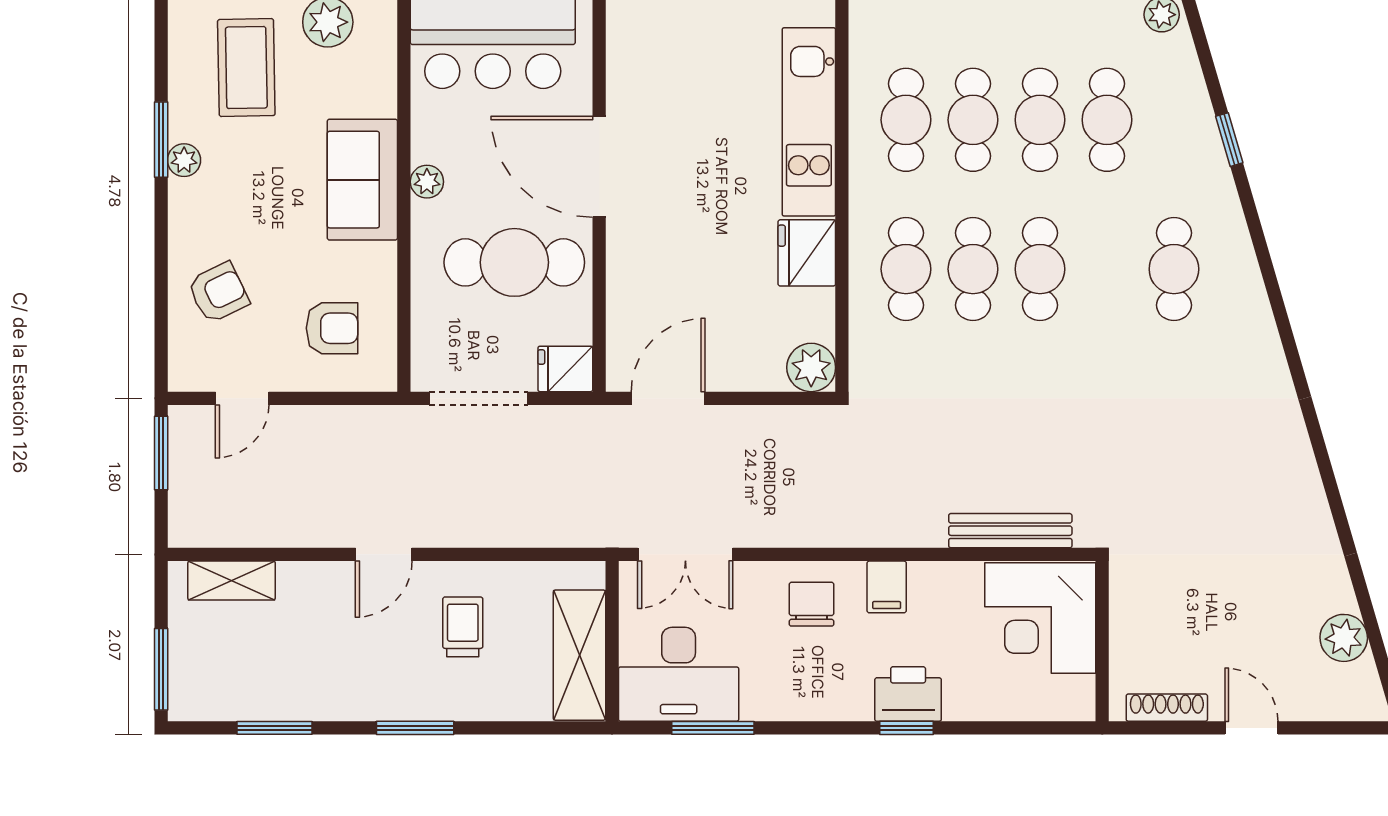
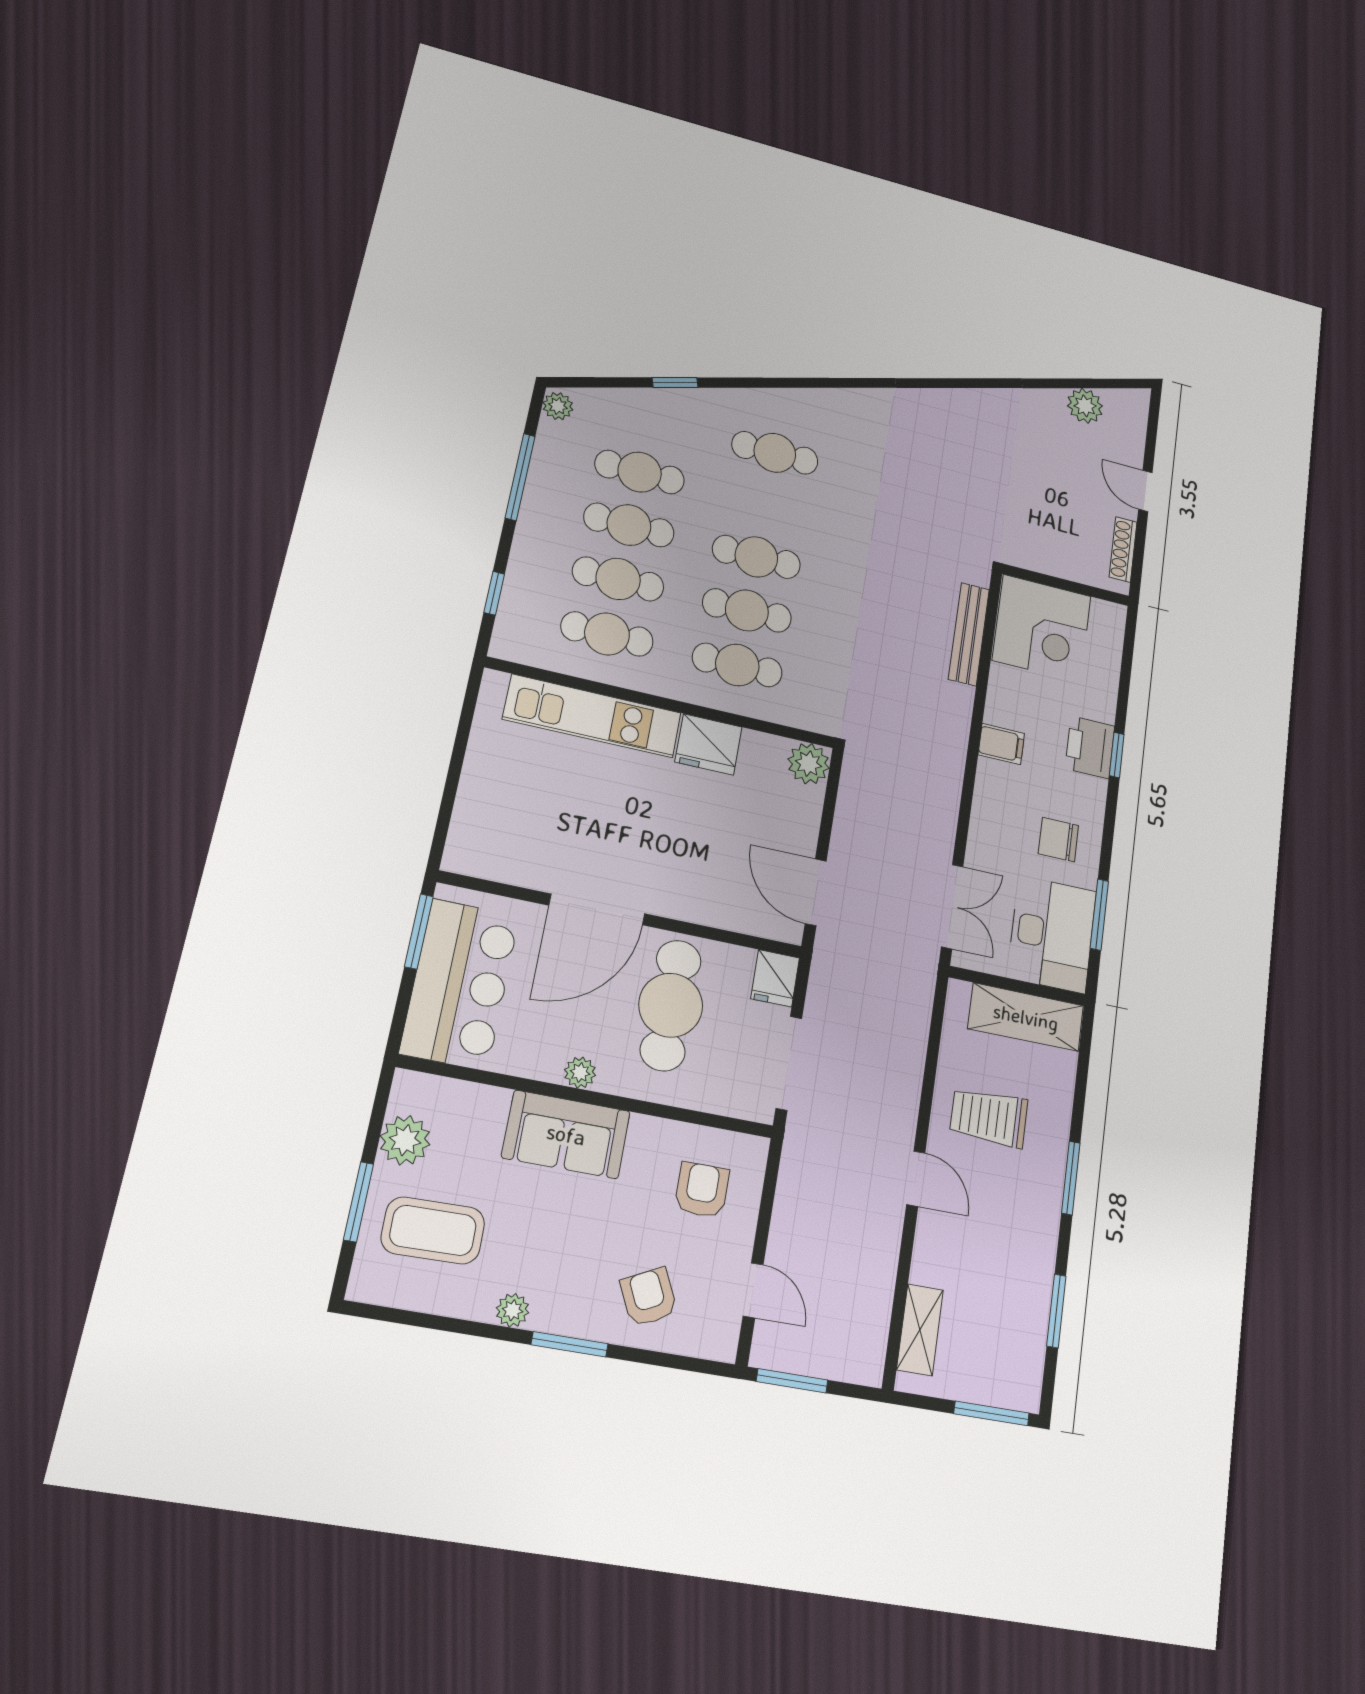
window: (161, 140) -> (570, 1344), moved
chair: (812, 604) -> (1058, 840), moved
trolley: (463, 627) -> (989, 1117), width x1.36, depth x1.39
door: (1251, 728) -> (1145, 491), hinge flipped

